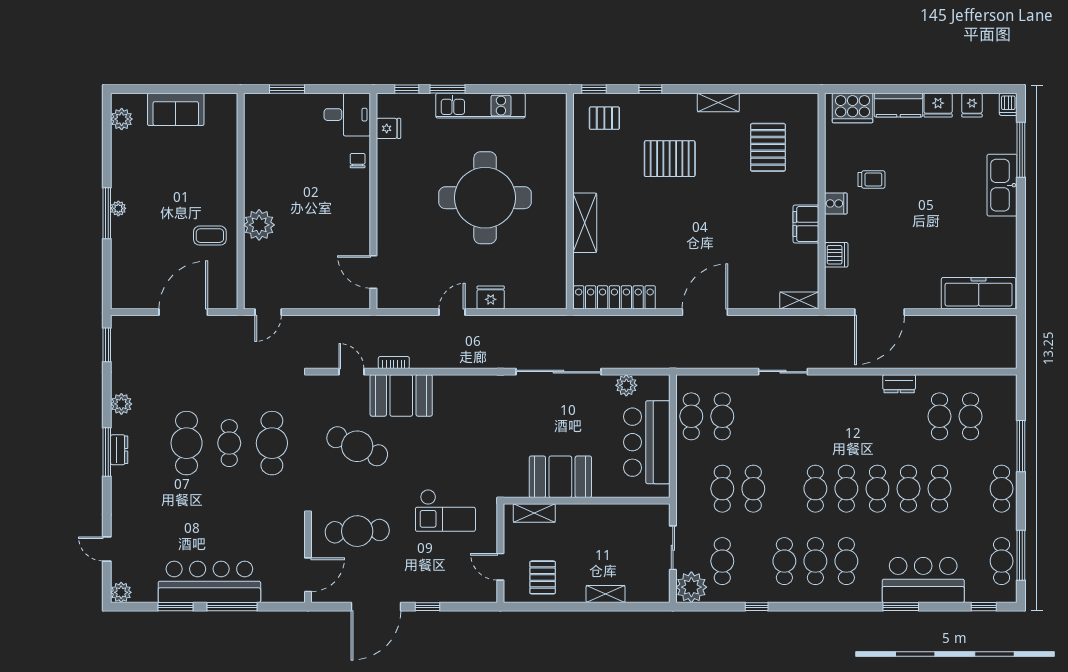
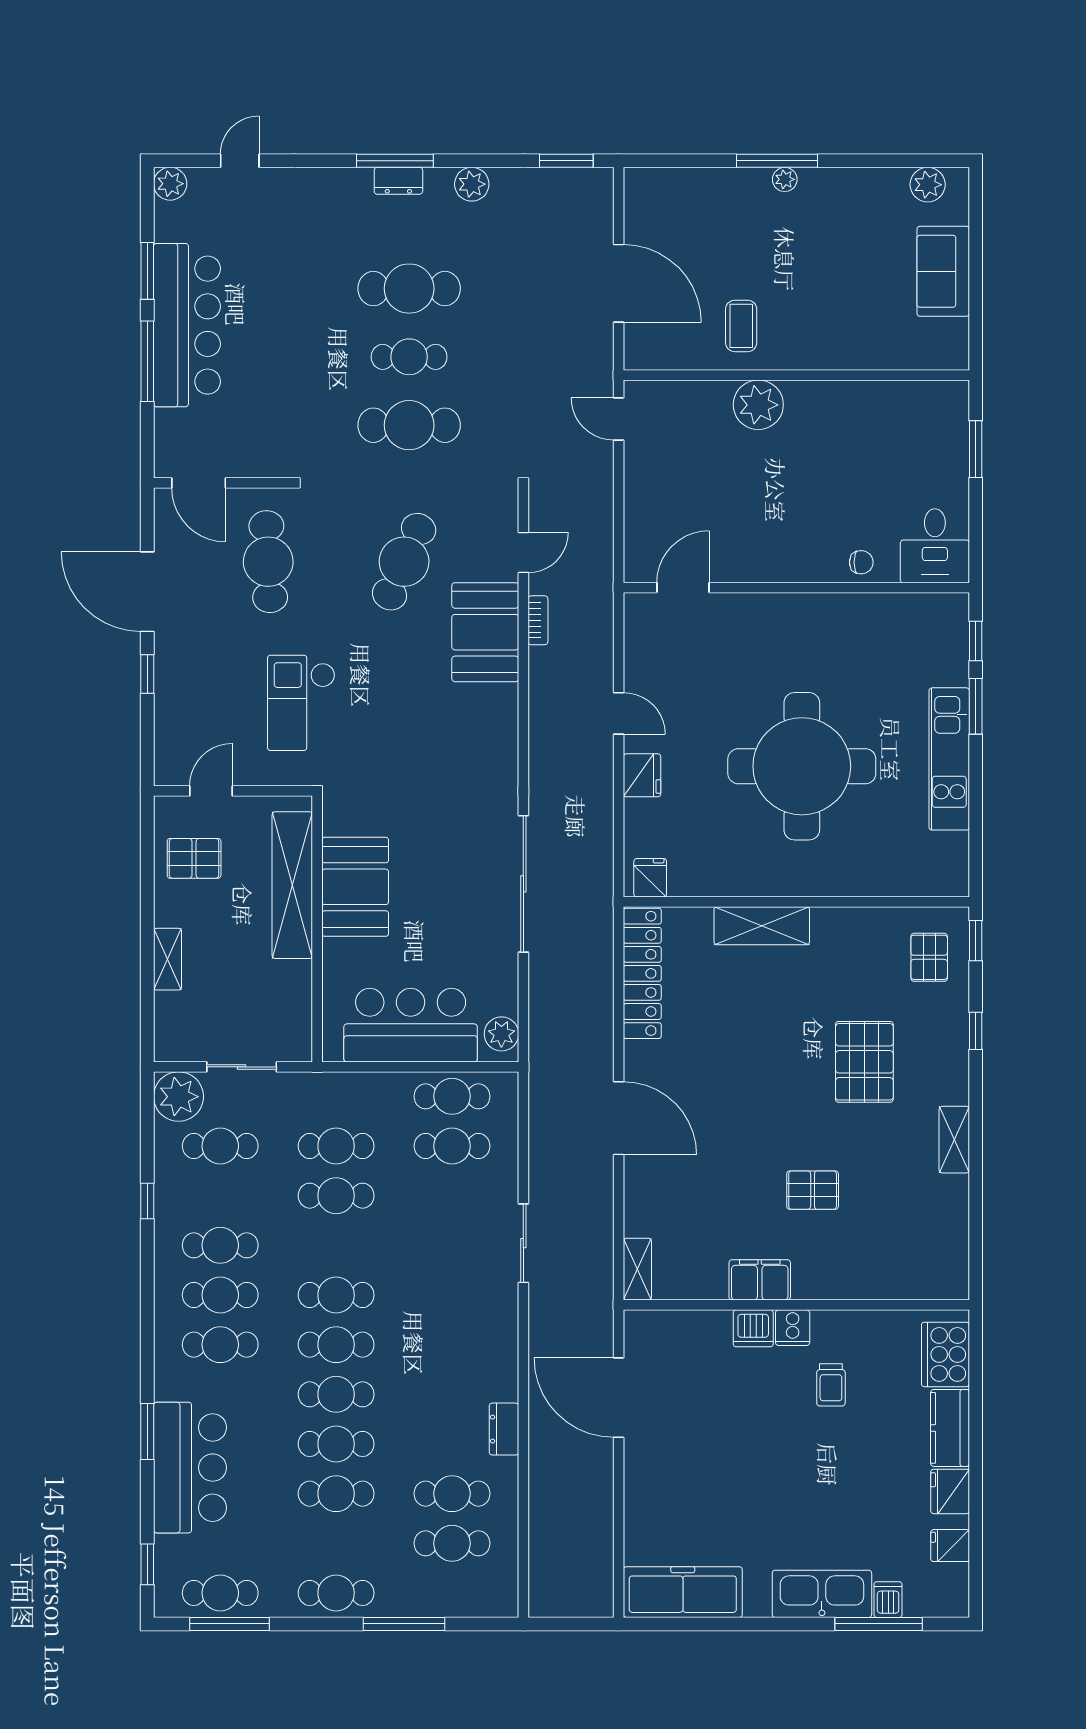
dishwasher: (1008, 104) -> (888, 1600), moved, turned 90
fridge: (389, 128) -> (650, 878), moved, turned 180
pallet: (768, 147) -> (813, 1190), moved, width x0.67, depth x0.71
dishwasher: (836, 255) -> (753, 1328), moved
freezer: (979, 293) -> (683, 1592), moved, turned -90
plant: (626, 385) -> (501, 1034), moved
shelving: (534, 513) -> (292, 885), width x2.20, depth x1.33

